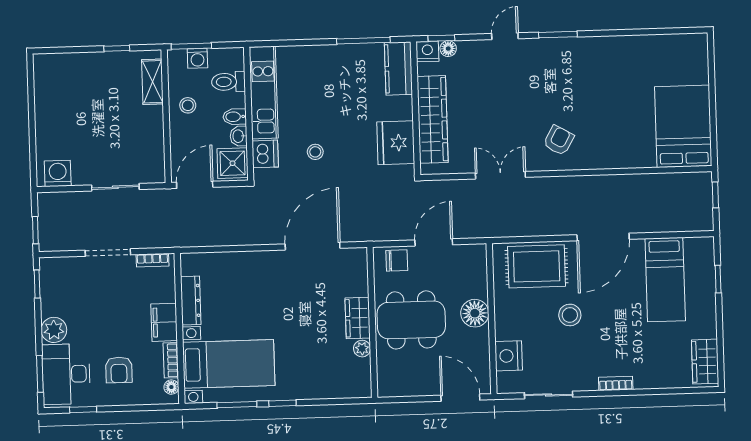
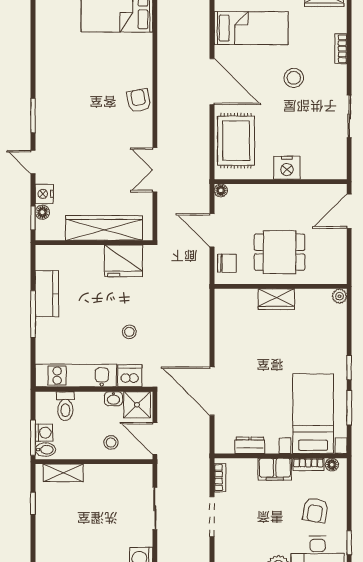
window: (363, 41) -> (33, 314), moved
nightstand: (427, 51) -> (44, 194), moved
kitchen counter: (398, 68) -> (47, 294), moved, turned -90
stool: (188, 105) -> (111, 443), moved
bidet: (235, 117) -> (45, 450), moved, turned -90
armchair: (559, 140) -> (139, 100), moved, turned 49
door: (313, 246) -> (212, 391), moved
chair: (397, 260) -> (227, 263), turned 90
dresser: (191, 301) -> (250, 445), width x0.70
floor lamp: (475, 313) -> (221, 190), moved, width x0.53, depth x0.53
stool: (570, 315) -> (294, 78), moved
dining table: (411, 320) -> (280, 252), width x0.73
plant: (362, 349) -> (339, 296), moved
nightstand: (509, 356) -> (287, 168), moved
armchair: (119, 370) -> (315, 510), turned 100
bookcase: (616, 383) -> (341, 49), moved
sliding door: (549, 395) -> (349, 117), moved

